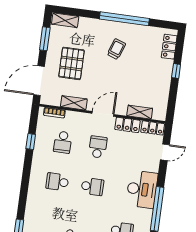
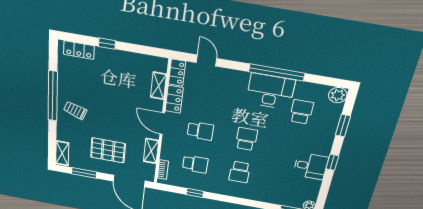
trolley: (116, 49) -> (75, 110), moved
school desk: (98, 147) -> (200, 131), turned 180
desk: (142, 189) -> (270, 91), moved

